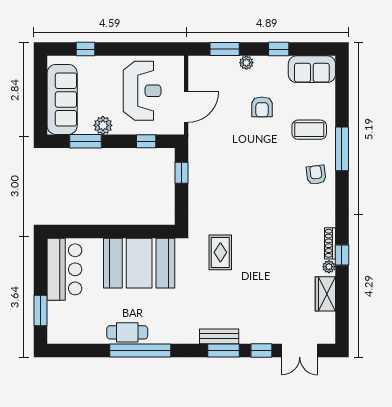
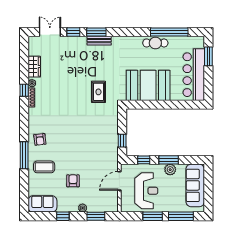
window: (86, 49) -> (181, 216), width x2.17
window: (132, 49) -> (153, 216), added
reception desk: (142, 91) -> (146, 191), turned 180
window: (86, 141) -> (169, 160), moved
bar counter: (64, 269) -> (194, 75), width x1.36
window: (140, 350) -> (169, 32), moved

